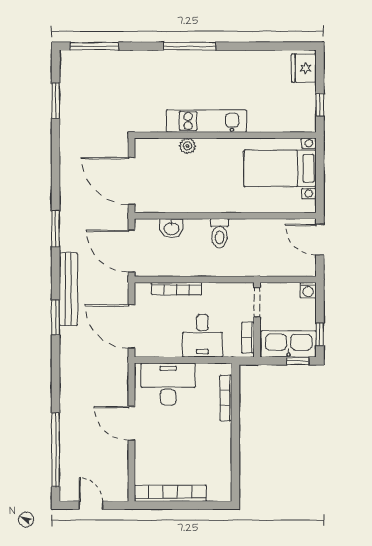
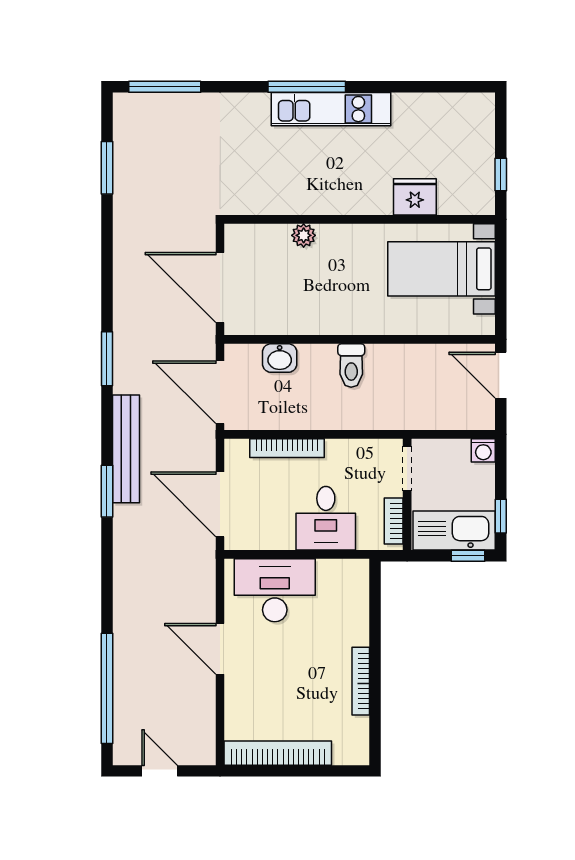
fridge: (304, 68) -> (415, 197), moved, turned 90
kitchen unit: (206, 121) -> (331, 109), moved, turned 180
bookcase: (226, 398) -> (361, 681), moved

